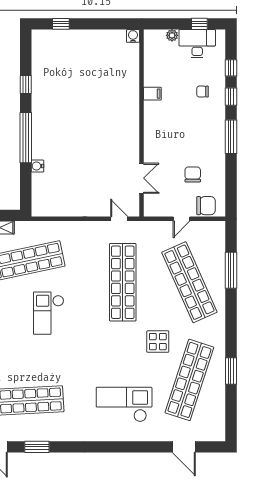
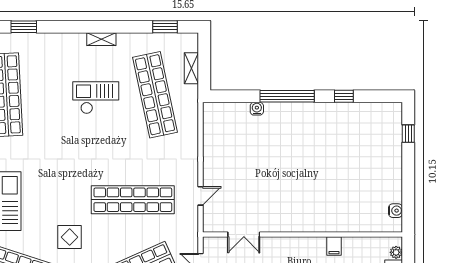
filing cabinet: (152, 94) -> (334, 246), moved
wall: (142, 123) -> (303, 235), moved
double door: (142, 178) -> (244, 235), moved
checkout: (49, 313) -> (96, 98), moved

